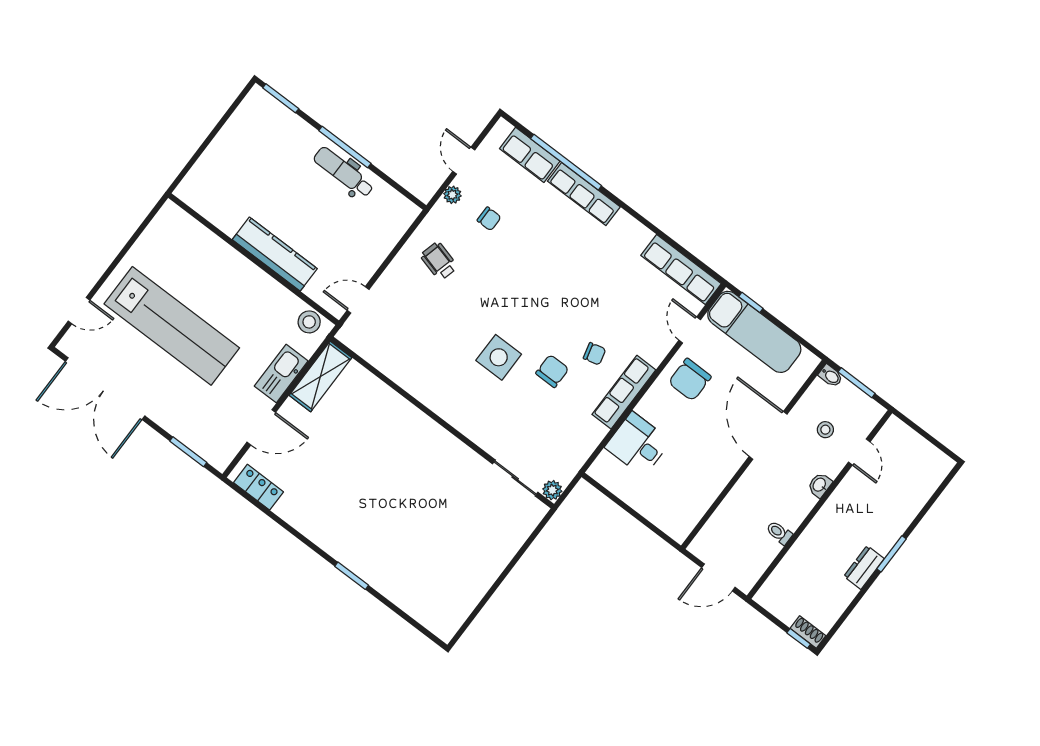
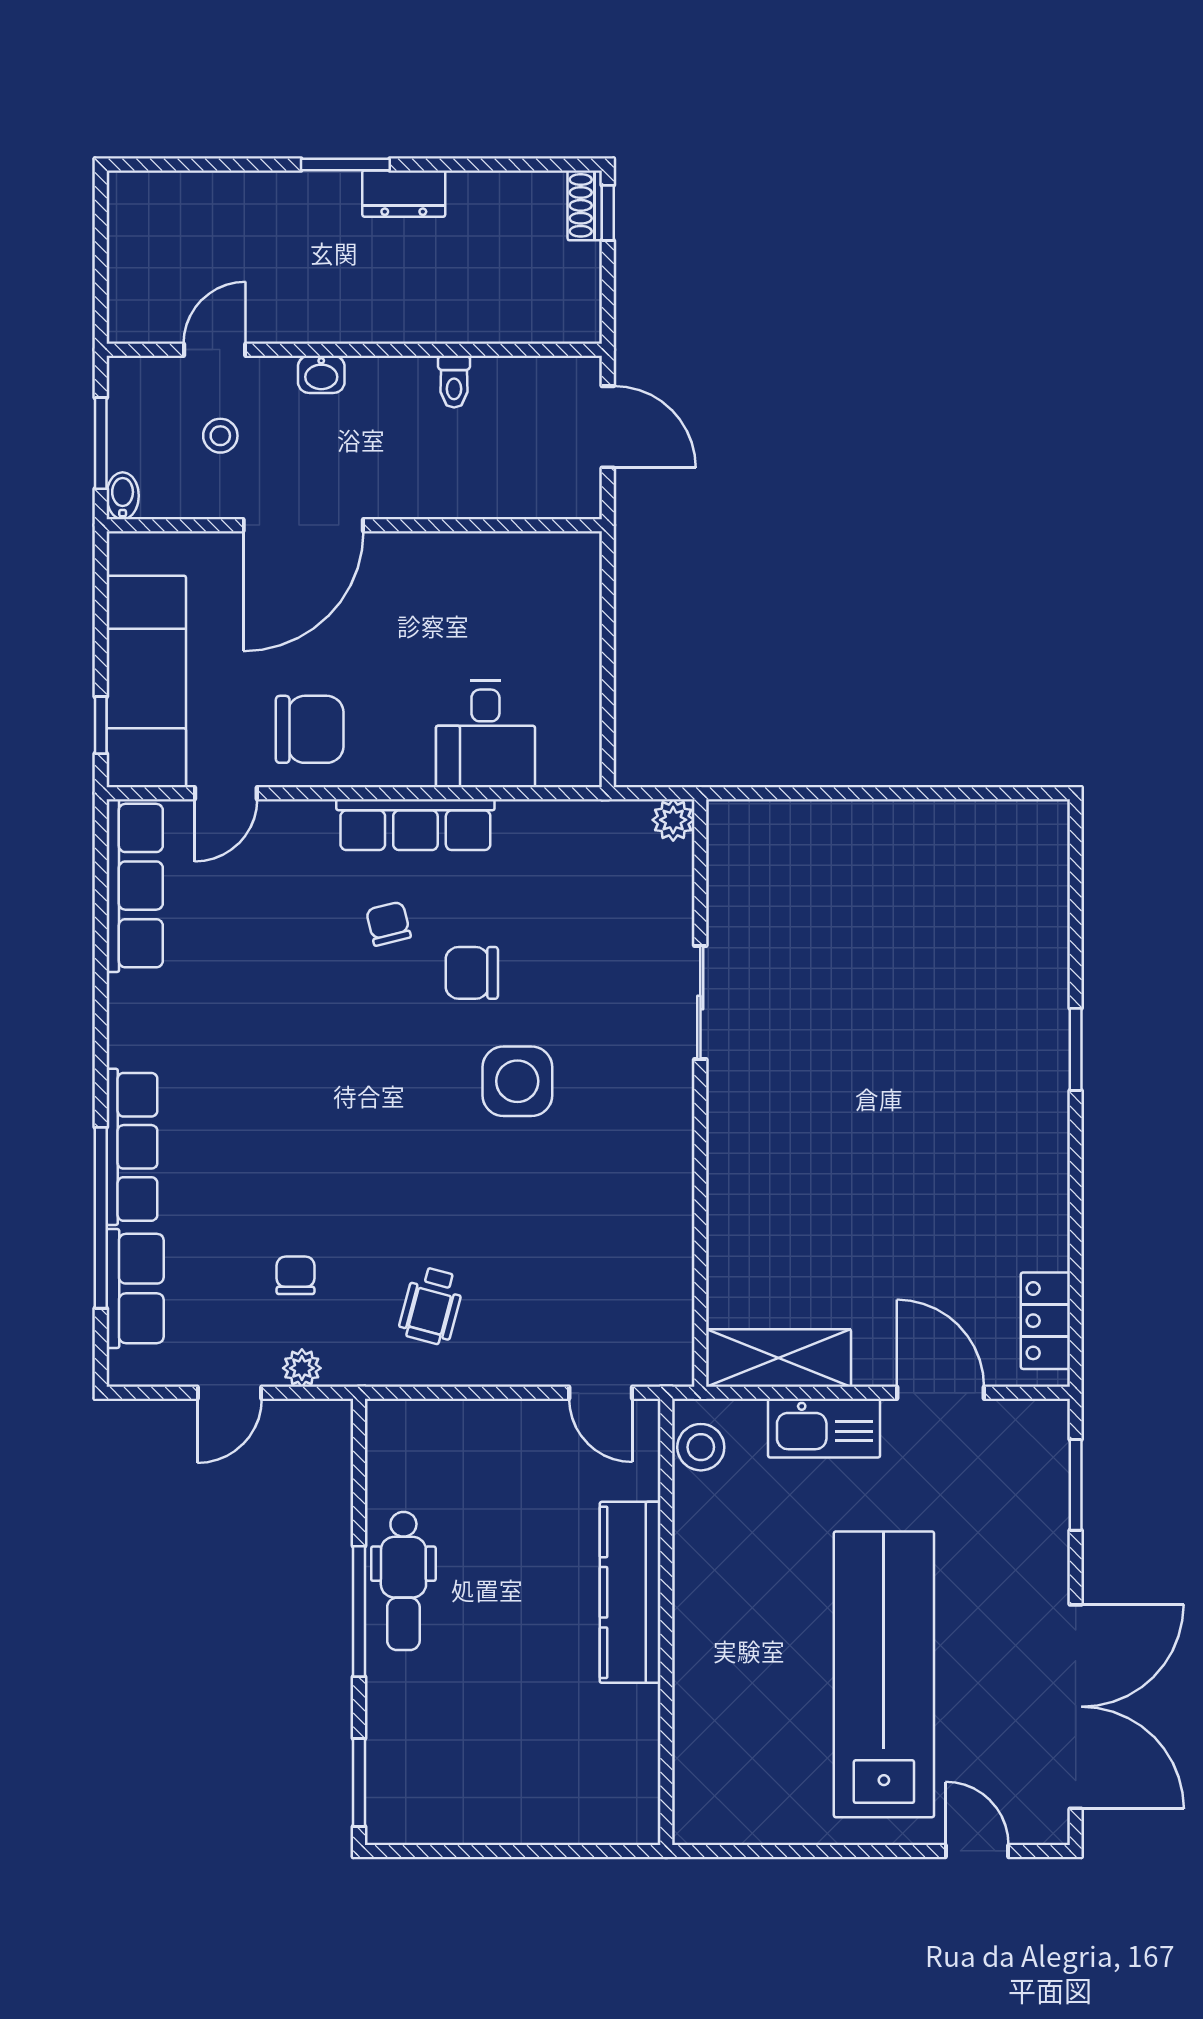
sliding door: (515, 478) -> (700, 1003), moved

